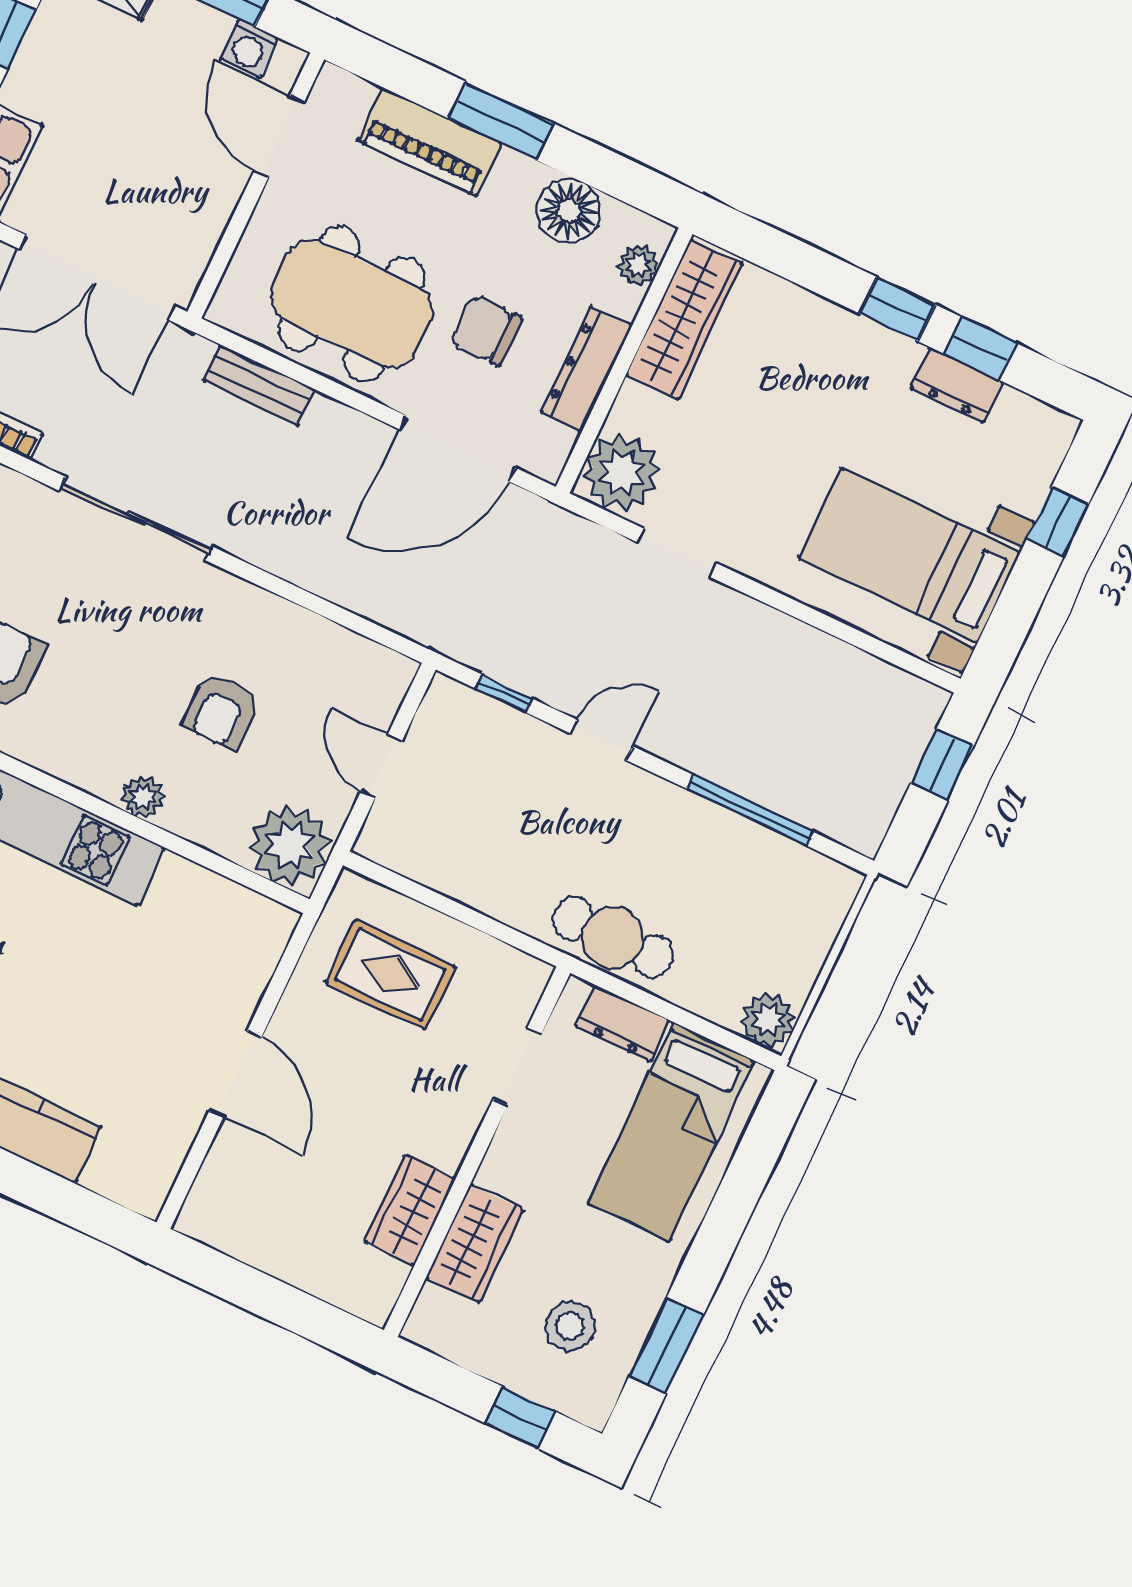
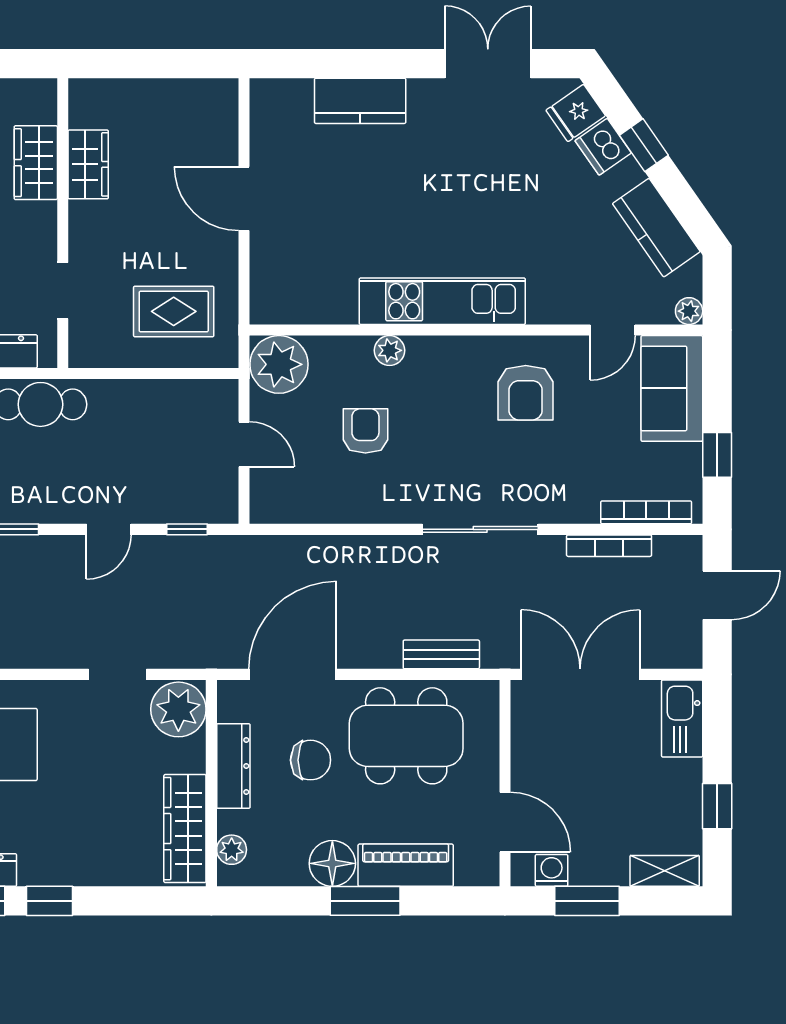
floor lamp: (569, 211) -> (332, 863), moved

